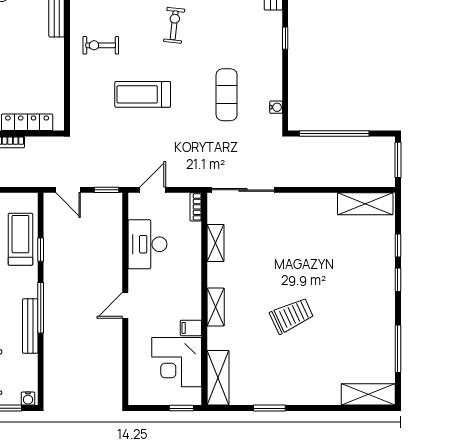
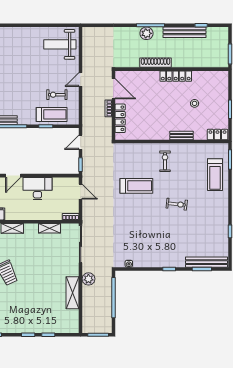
treadmill: (143, 94) -> (136, 186), turned 90
exercise mat: (227, 95) -> (136, 235), removed
plant: (302, 176) -> (88, 279), added
shelving: (365, 204) -> (72, 293), moved
desk: (147, 244) -> (37, 189), moved
door: (125, 305) -> (13, 176), swing flipped

